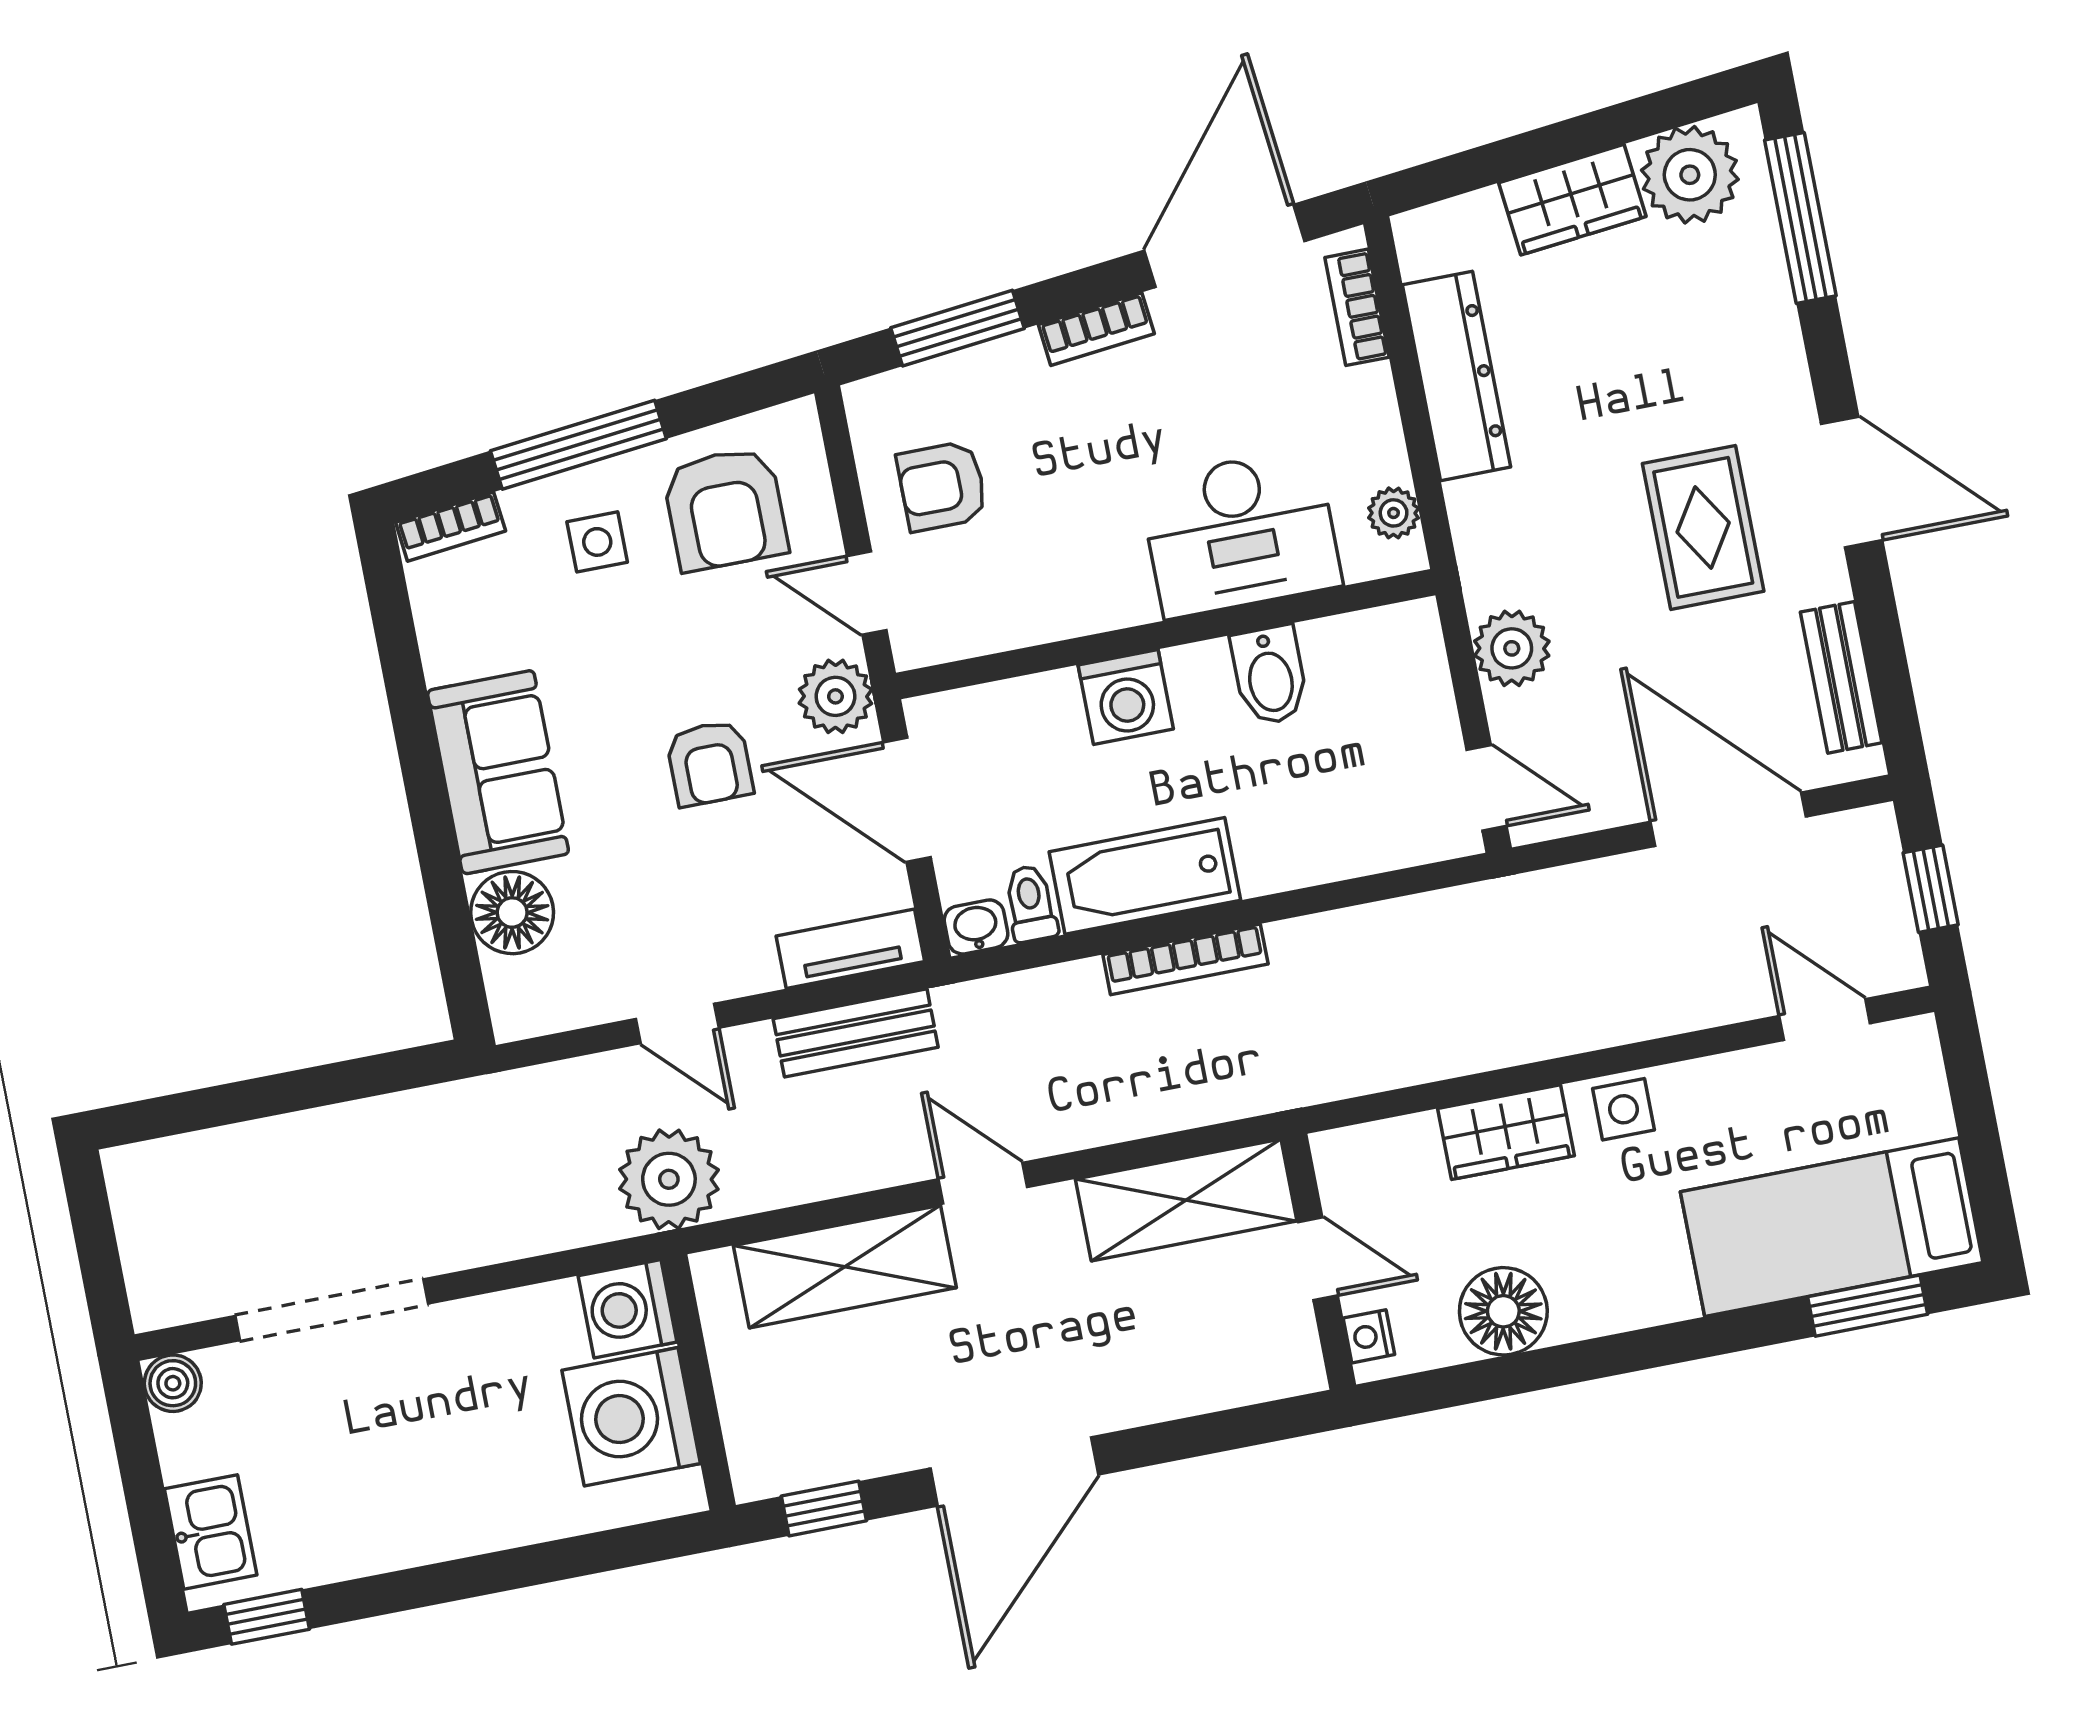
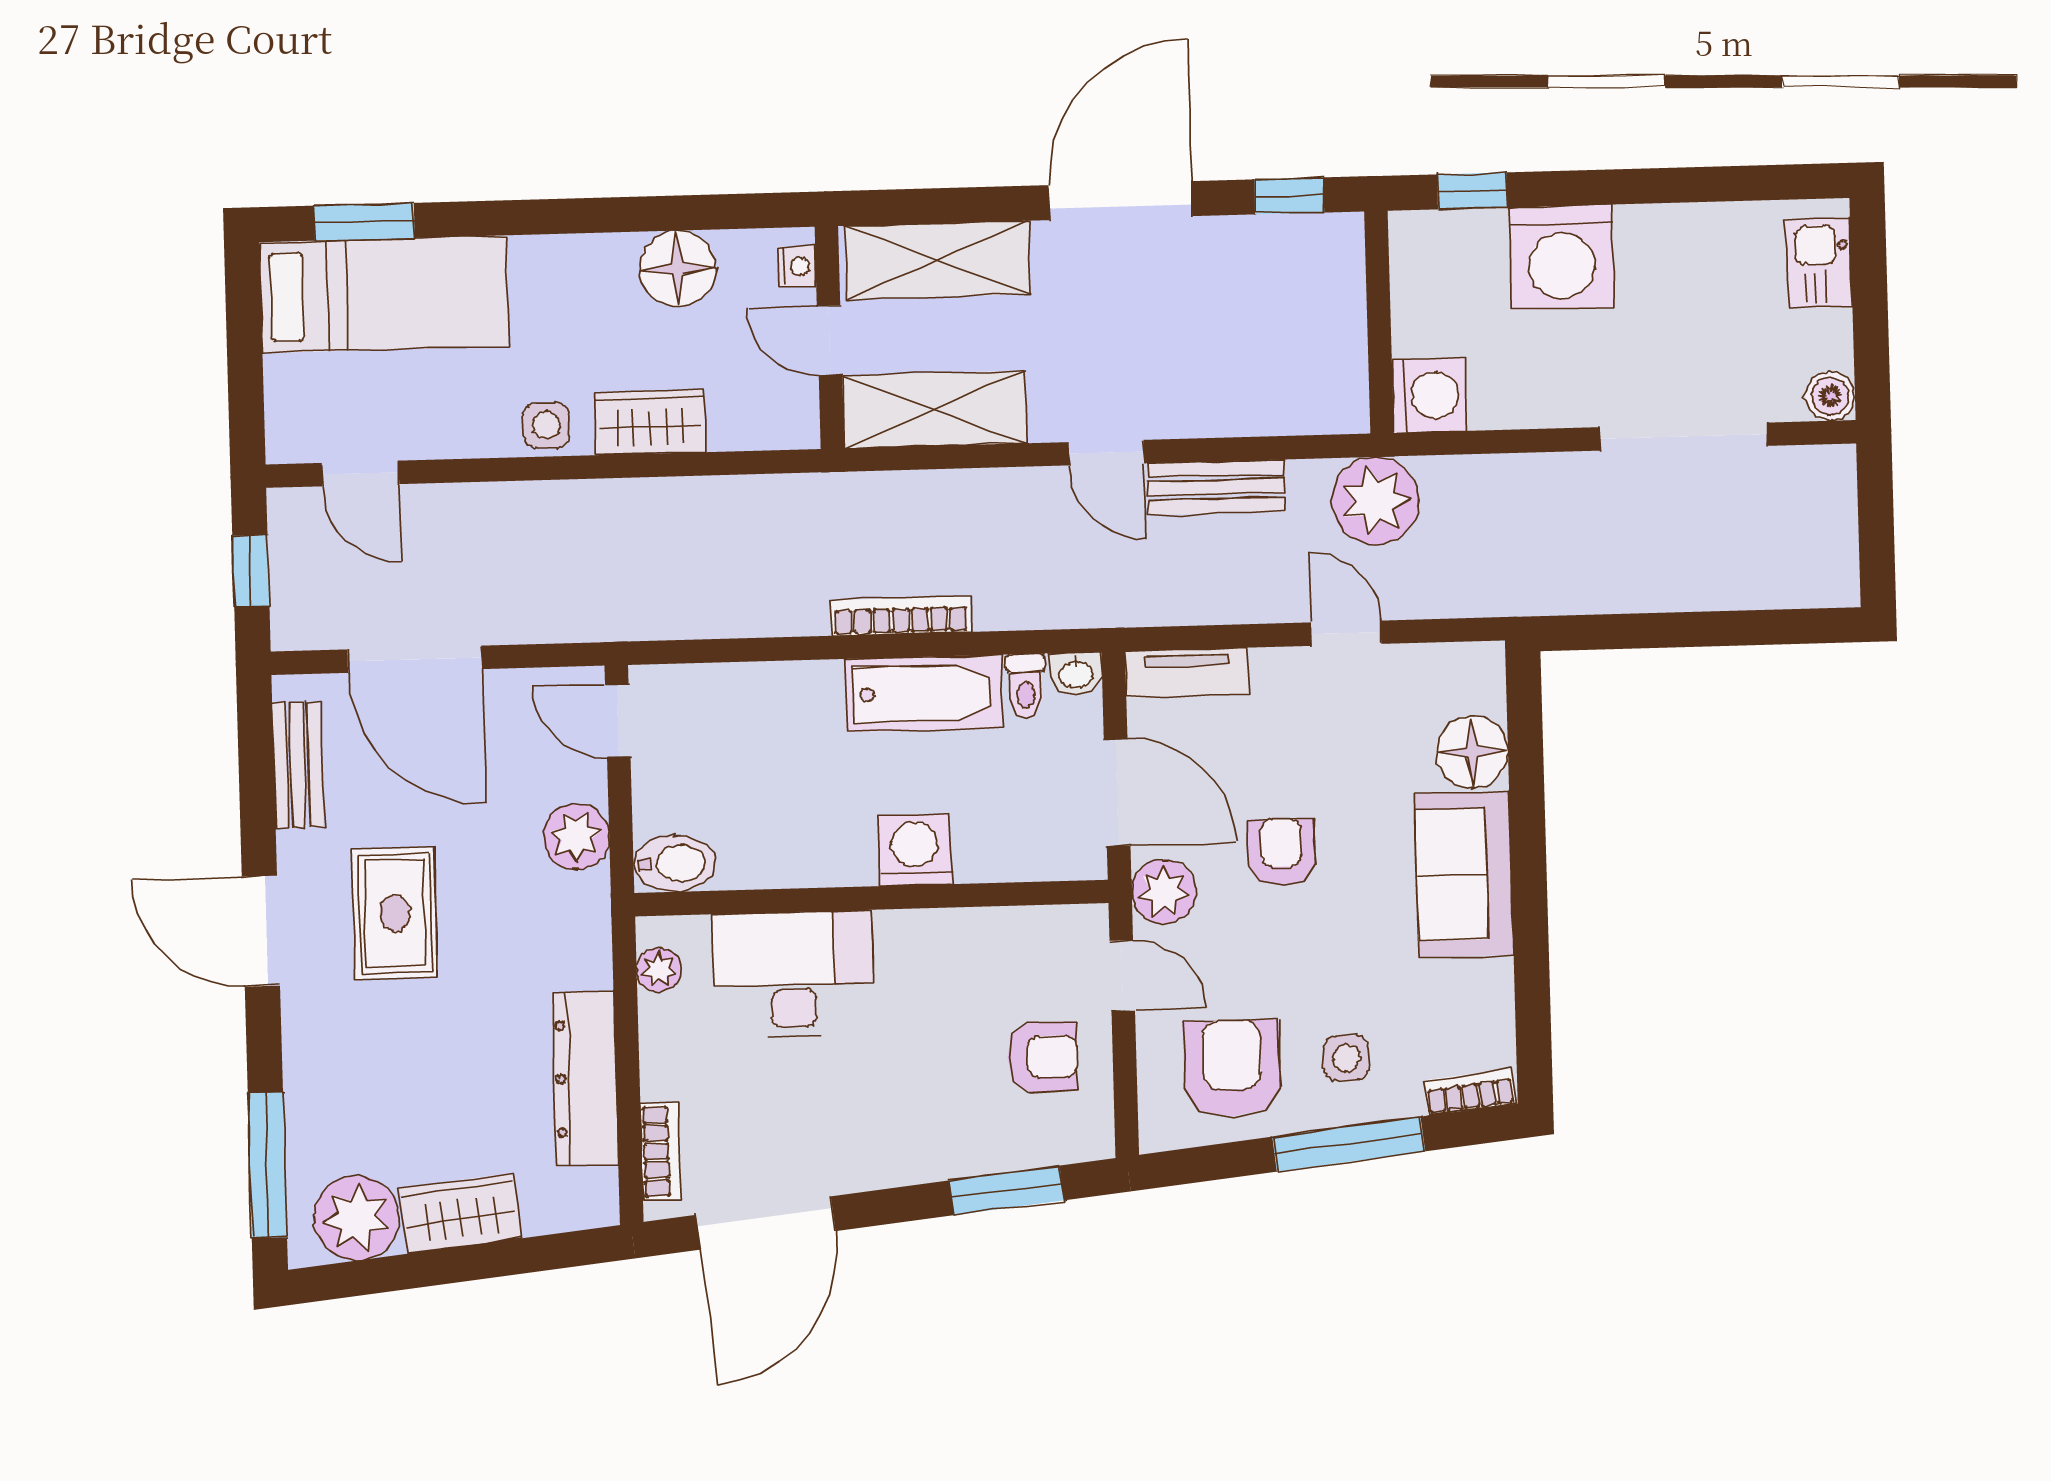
bookcase: (1096, 329) -> (888, 1170), removed
bidet: (1270, 675) -> (674, 864), moved, turned 90
bench: (856, 1033) -> (1216, 487), moved
shelving: (845, 1267) -> (938, 260), moved
washing machine: (631, 1417) -> (1562, 257), moved, turned 90
window: (267, 1617) -> (1472, 191), moved

